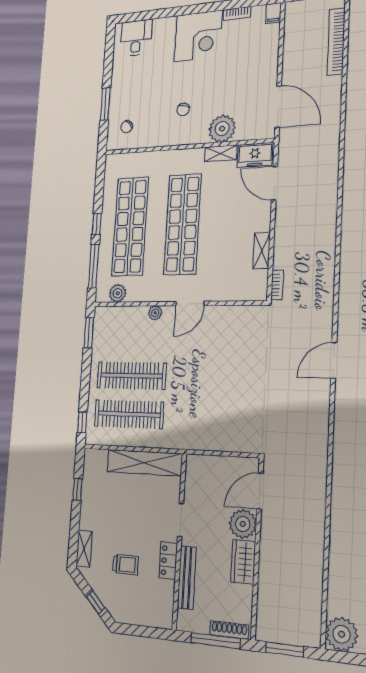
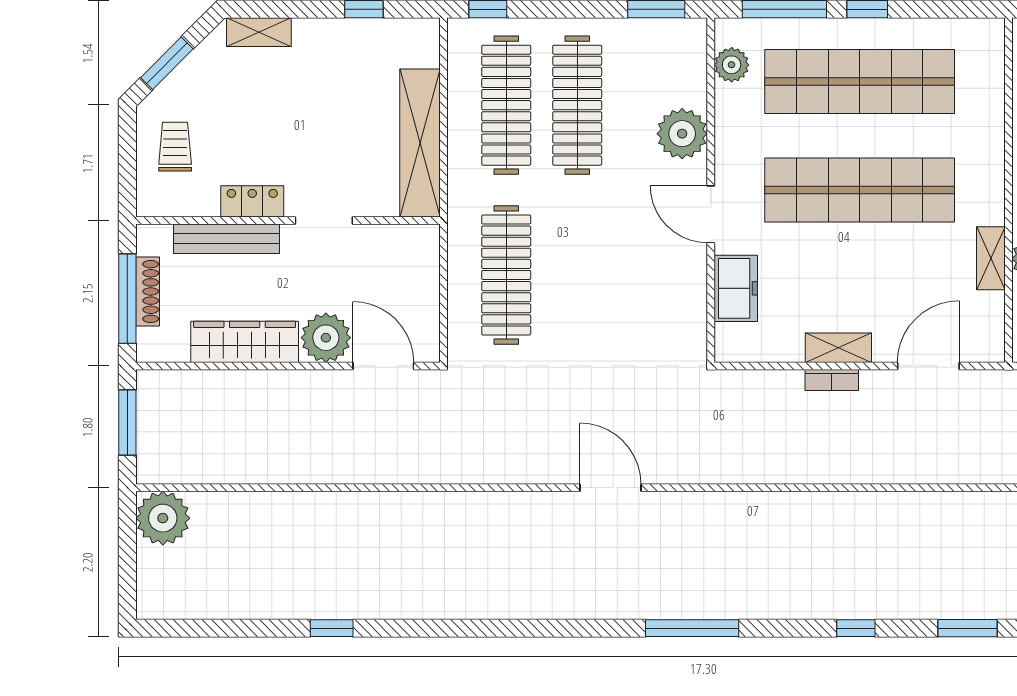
freezer: (255, 155) -> (736, 288), moved, turned 180
shelving: (262, 251) -> (838, 348), moved
bookcase: (277, 285) -> (832, 380), moved
plant: (155, 313) -> (682, 134), width x1.88, depth x1.88
clothes rail: (215, 417) -> (506, 275), added
wardrobe: (243, 562) -> (245, 342), width x1.50
trolley: (126, 565) -> (175, 147), moved, turned 180
window: (96, 602) -> (167, 63), width x1.50
shoe rack: (229, 630) -> (148, 291), moved

